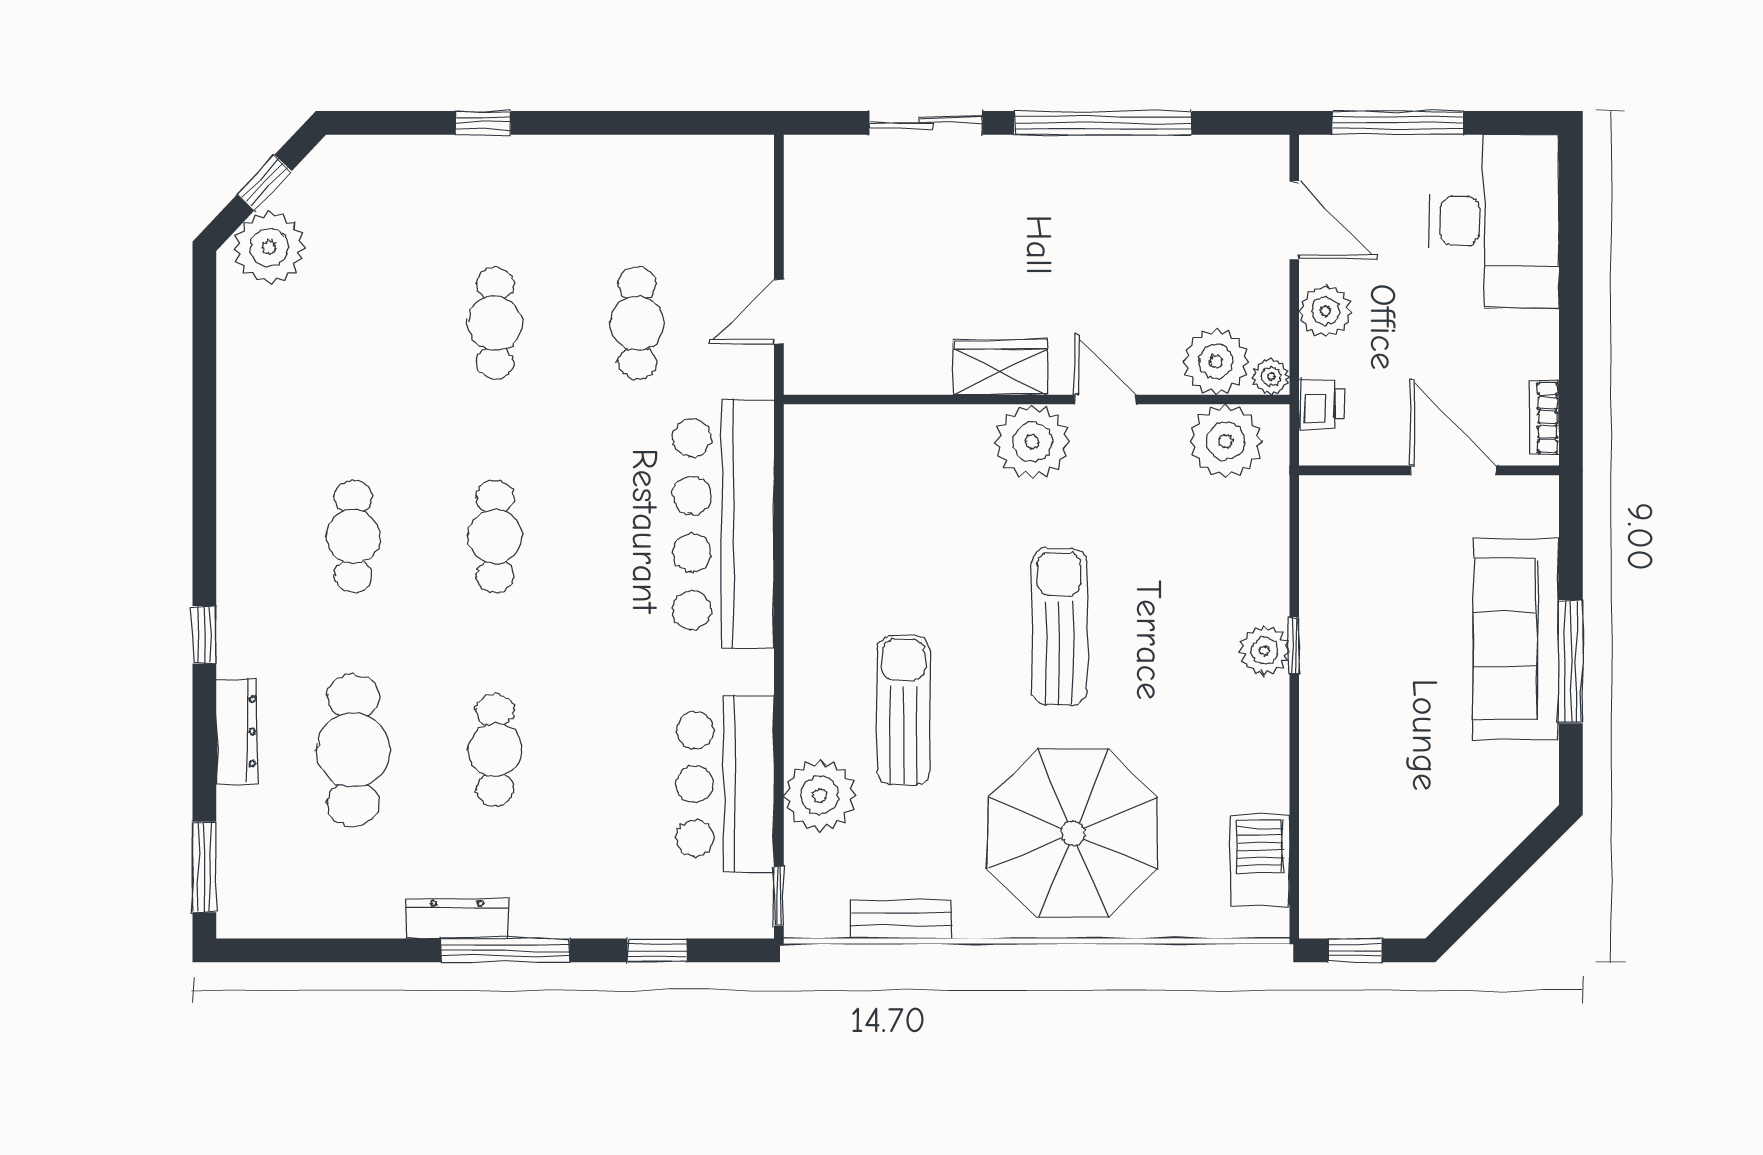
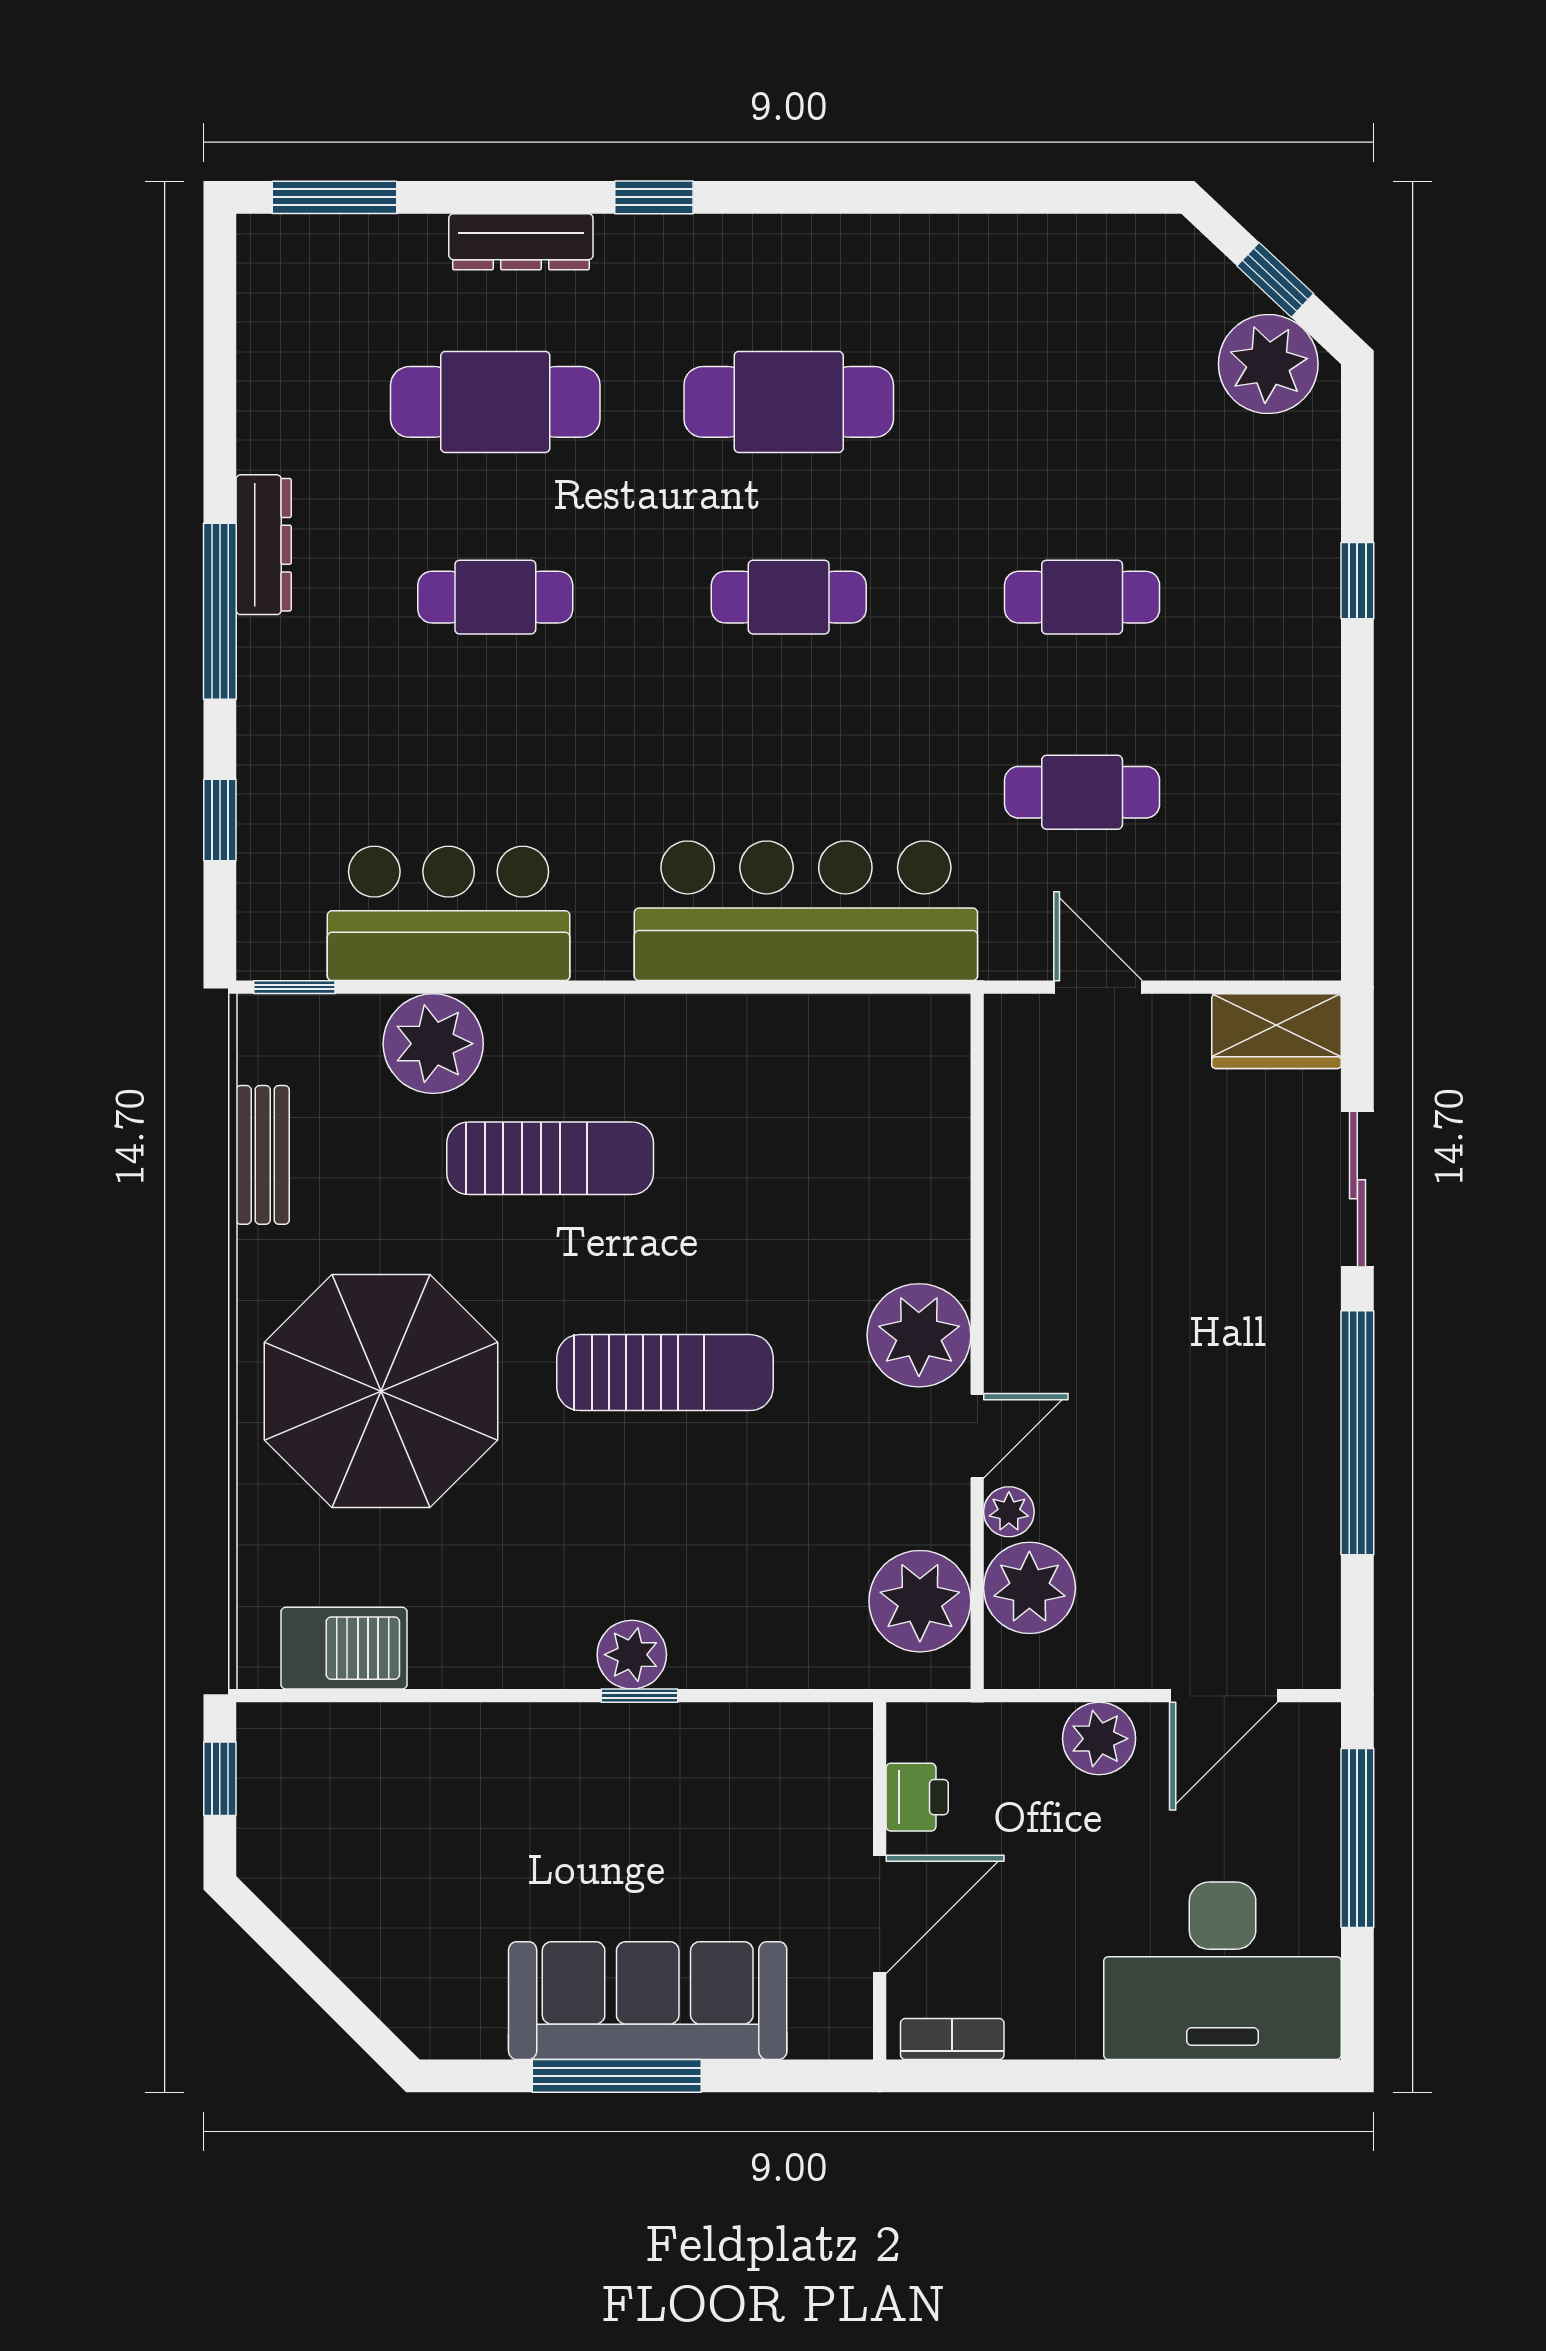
plant: (269, 247) -> (1268, 364), moved
wardrobe: (1001, 367) -> (1277, 1031), moved, turned 90
plant: (1271, 376) -> (1009, 1512), moved
printer: (1322, 404) -> (917, 1797), moved, turned -90
cafe table: (353, 537) -> (789, 402), width x1.37, depth x1.35

